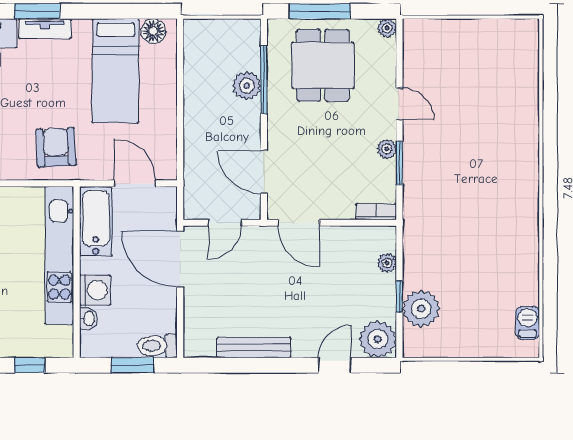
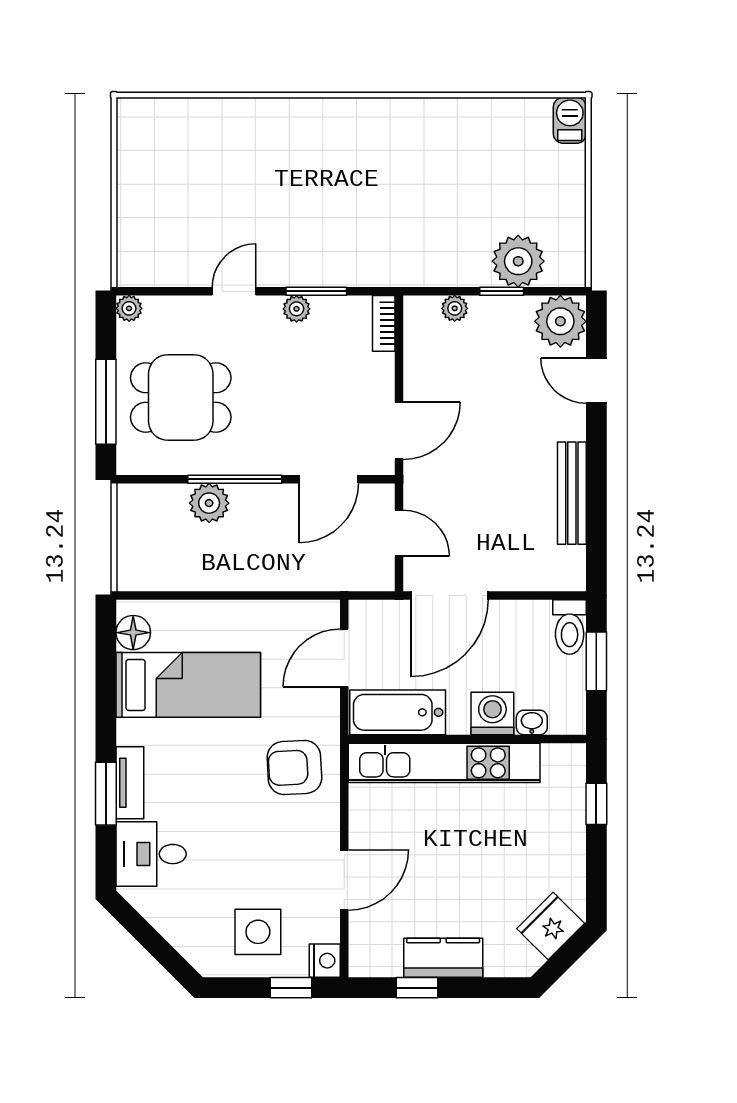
window: (264, 80) -> (235, 479), moved
barbecue: (528, 323) -> (570, 120), moved, turned 90

